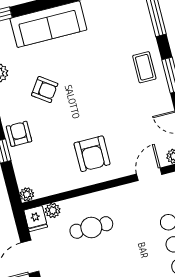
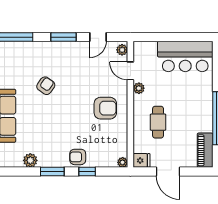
coffee table: (144, 67) -> (53, 55), removed
armchair: (45, 90) -> (46, 86), moved
plant: (53, 210) -> (139, 88), moved

